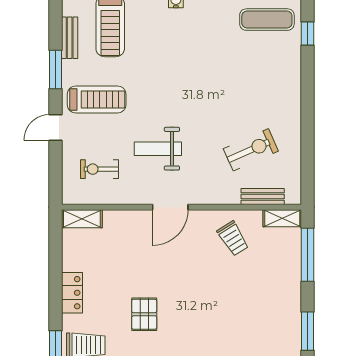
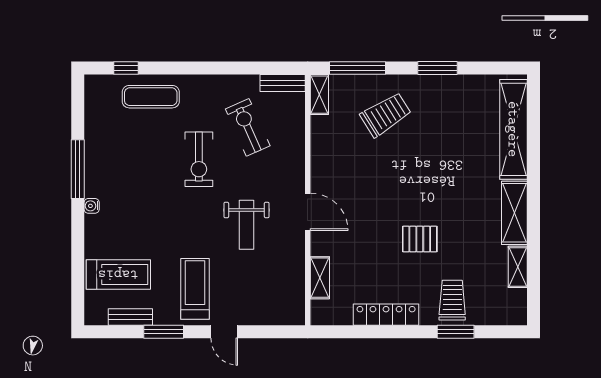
exercise mat: (267, 20) -> (151, 97), moved, turned 90
exercise bike: (99, 169) -> (199, 159), moved, width x1.38, depth x1.39
bench: (263, 197) -> (283, 83), moved, turned 90
shelving: (82, 219) -> (320, 278), moved
trolley: (233, 238) -> (386, 115), moved, width x1.36, depth x1.39
locker: (72, 293) -> (386, 315), width x1.53

